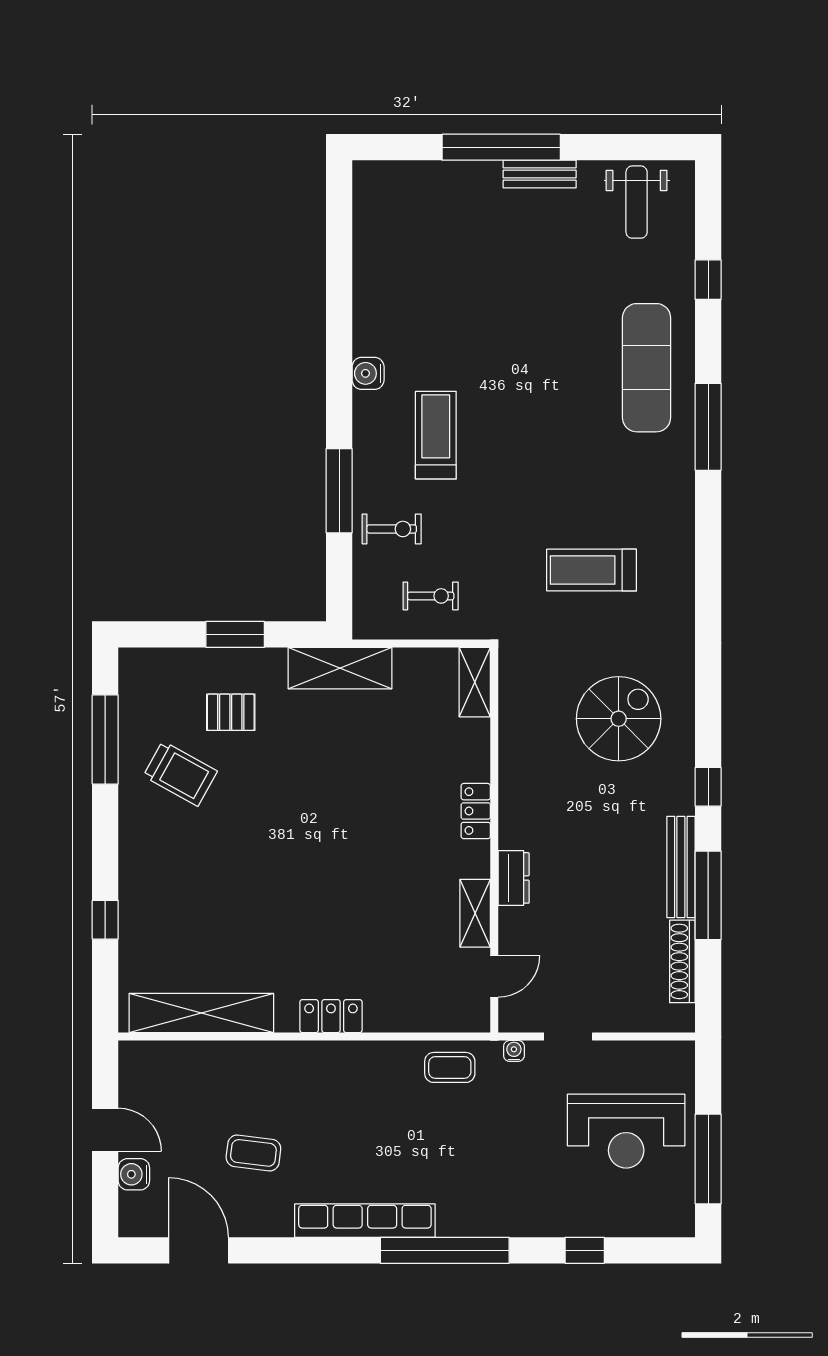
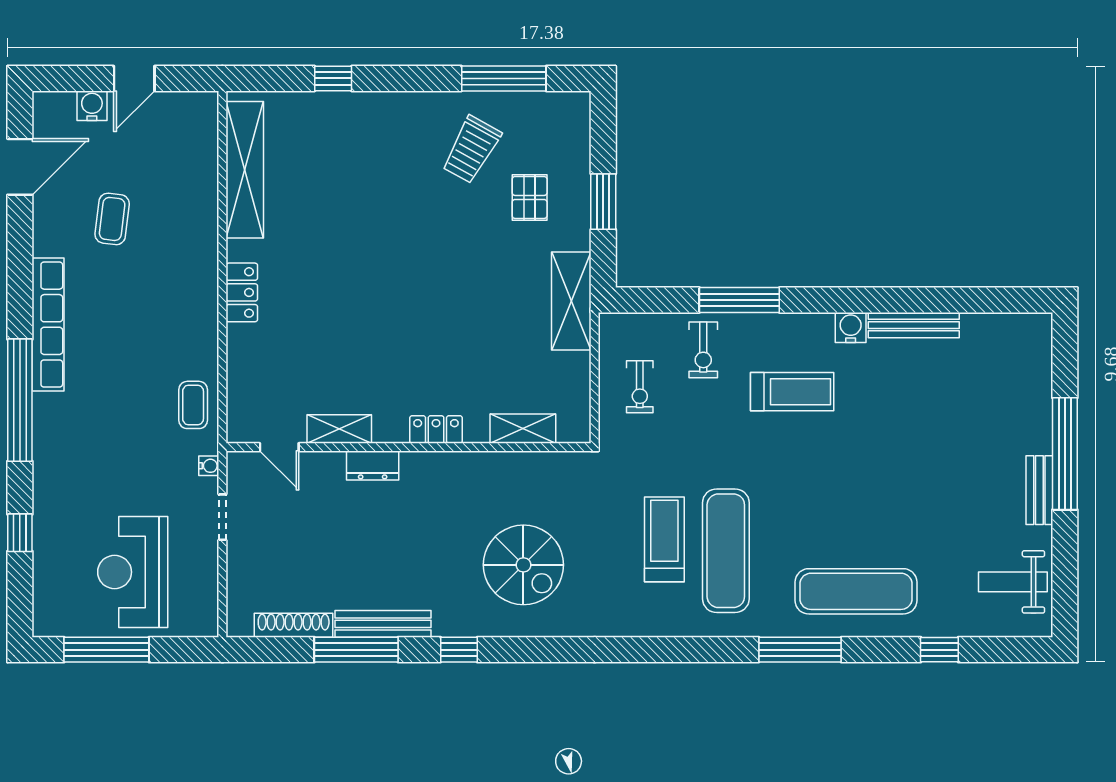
bench: (365, 307) -> (914, 325), added
exercise mat: (604, 505) -> (726, 551), added
shelving: (475, 682) -> (523, 429), moved

